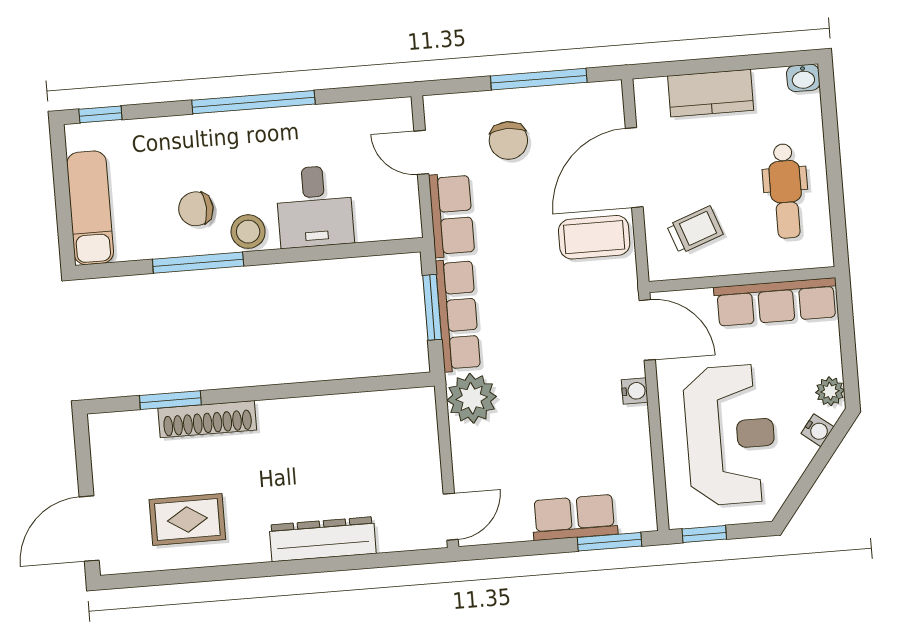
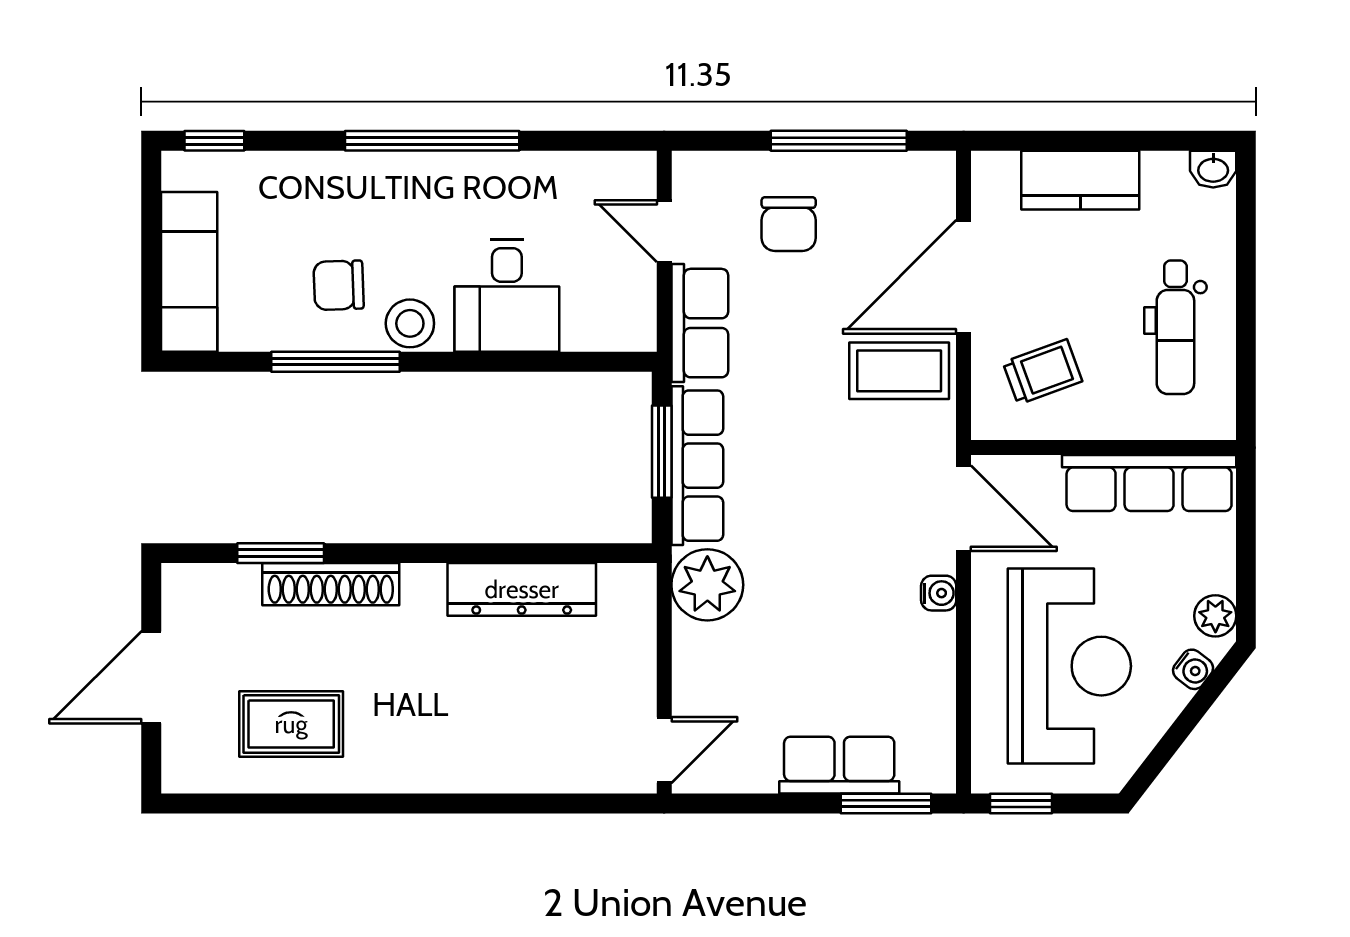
door: (89, 529) -> (151, 677), moved
dresser: (323, 539) -> (522, 589), moved, turned 180

